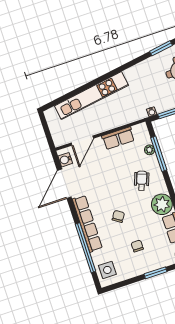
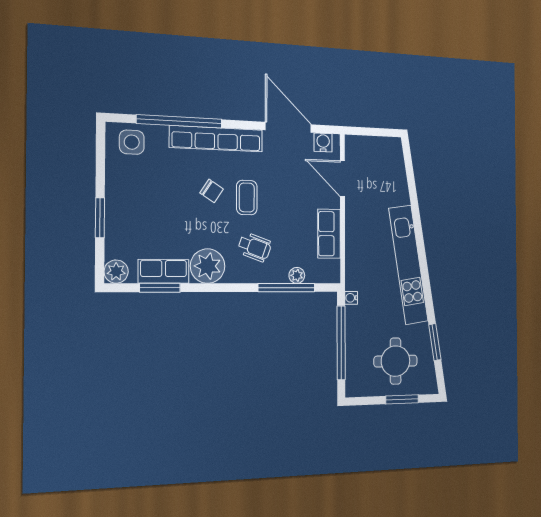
kitchen unit: (91, 96) -> (408, 265), moved
coffee table: (115, 195) -> (247, 198), added
chair: (137, 246) -> (154, 204), removed

